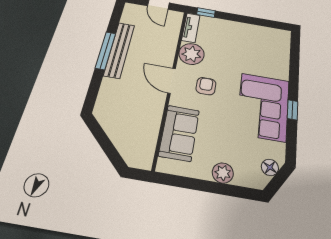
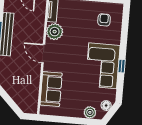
armchair: (206, 86) -> (104, 20), moved
plant: (223, 173) -> (90, 112), moved

